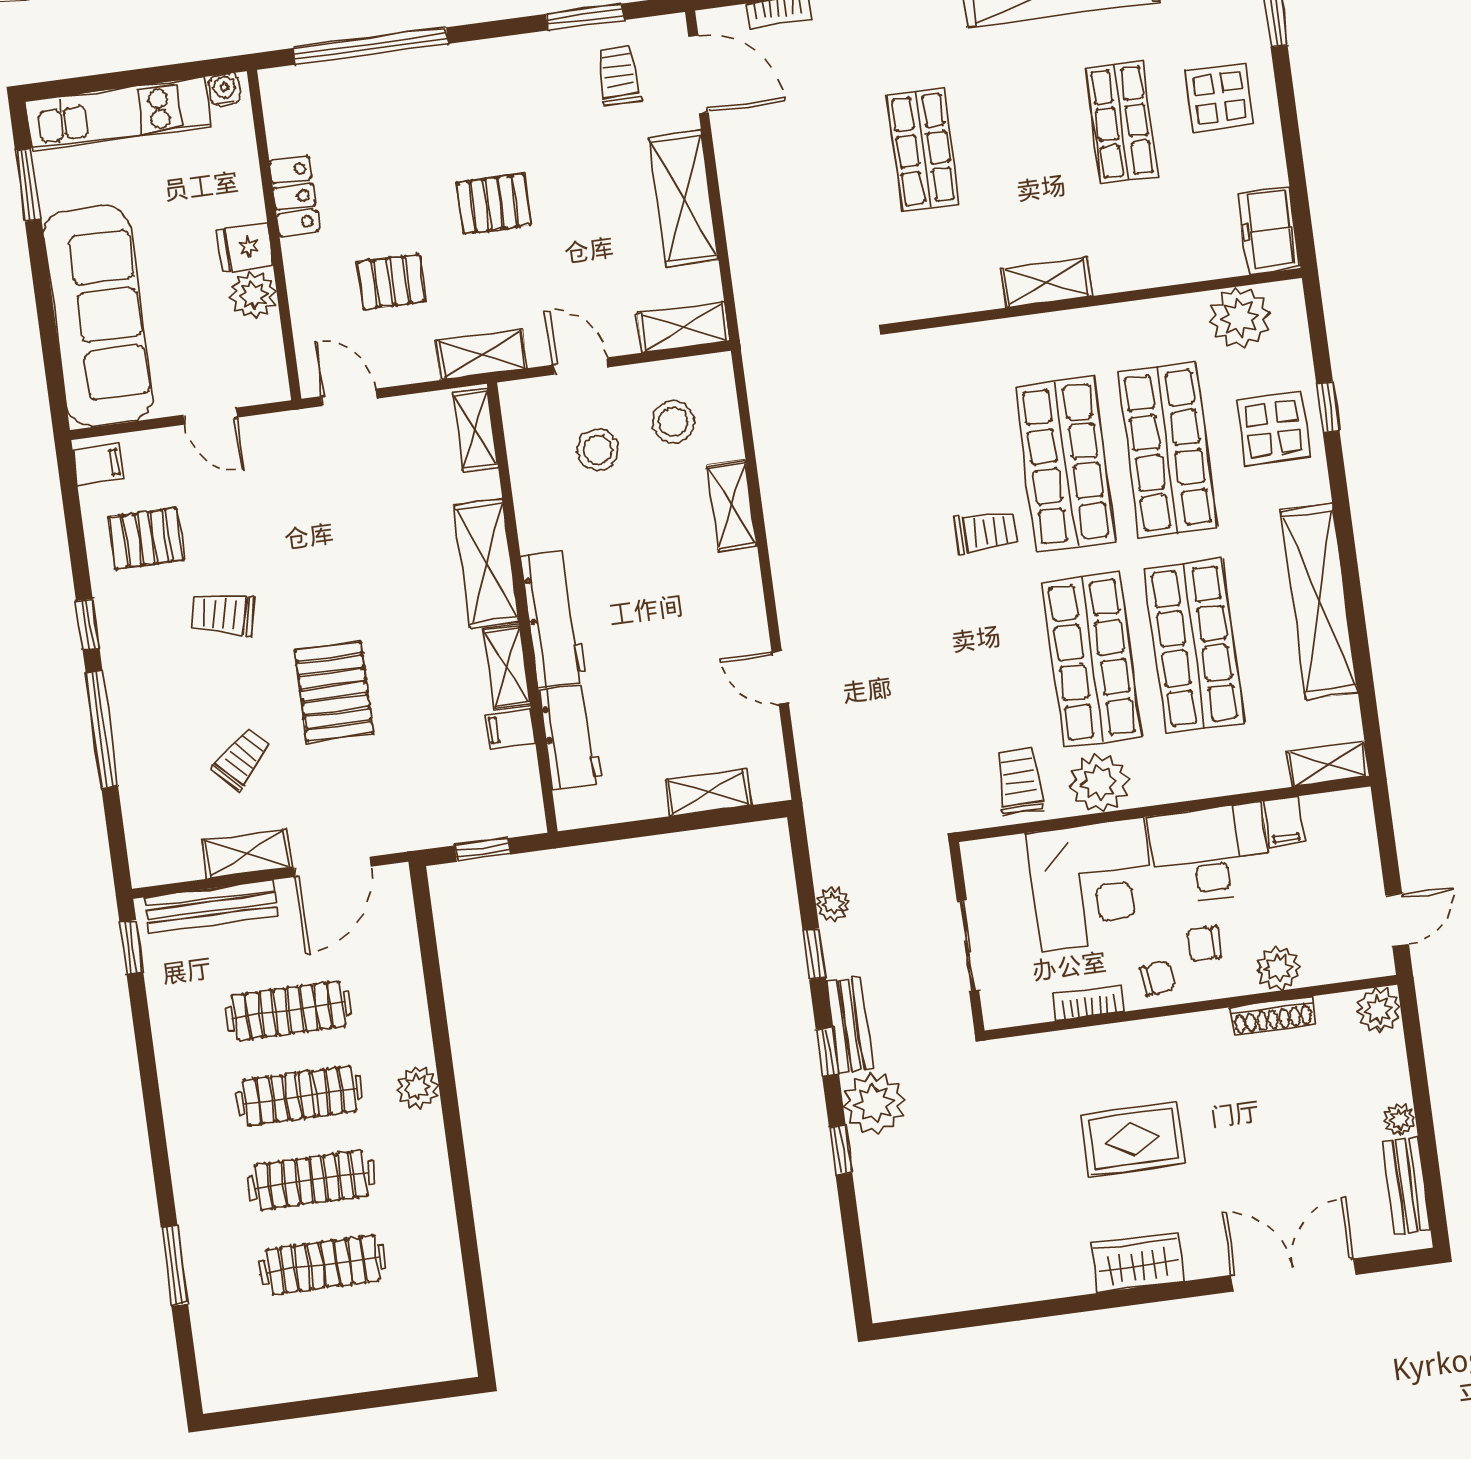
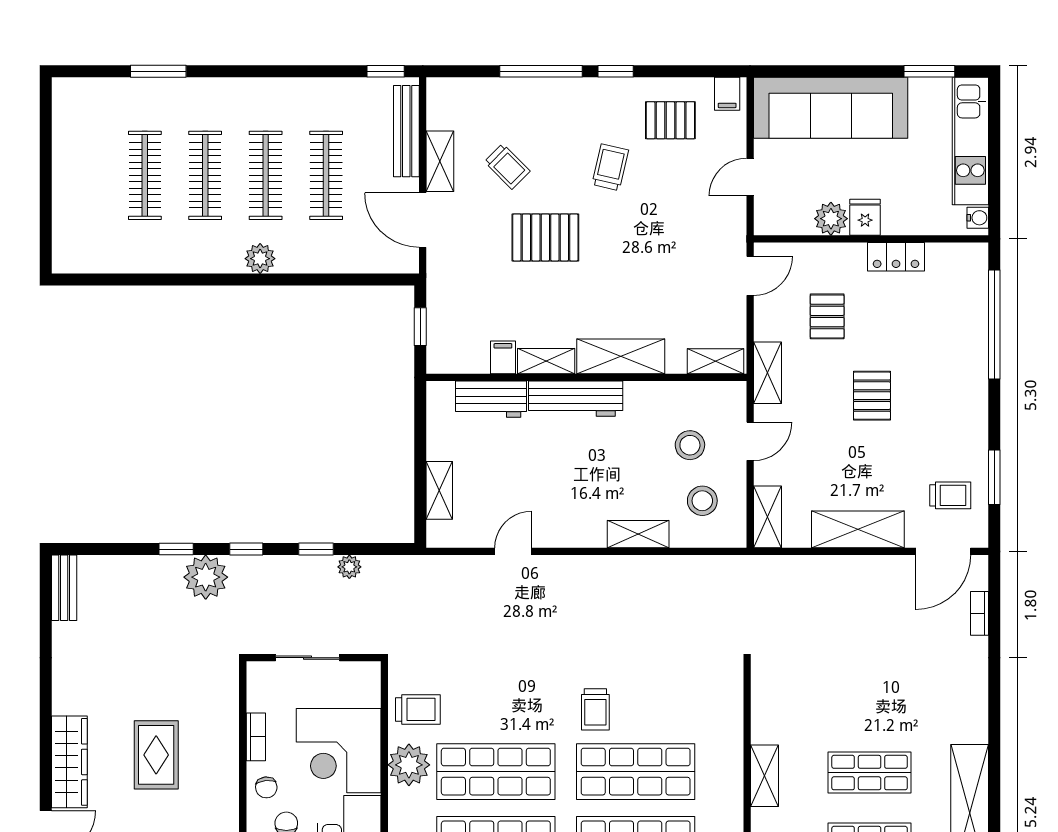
shop shelf: (923, 149) -> (870, 773), moved
pallet: (146, 538) -> (670, 120), turned 90
bench: (850, 1025) -> (64, 588), moved, turned 90
wardrobe: (1138, 1262) -> (69, 762), width x1.50

